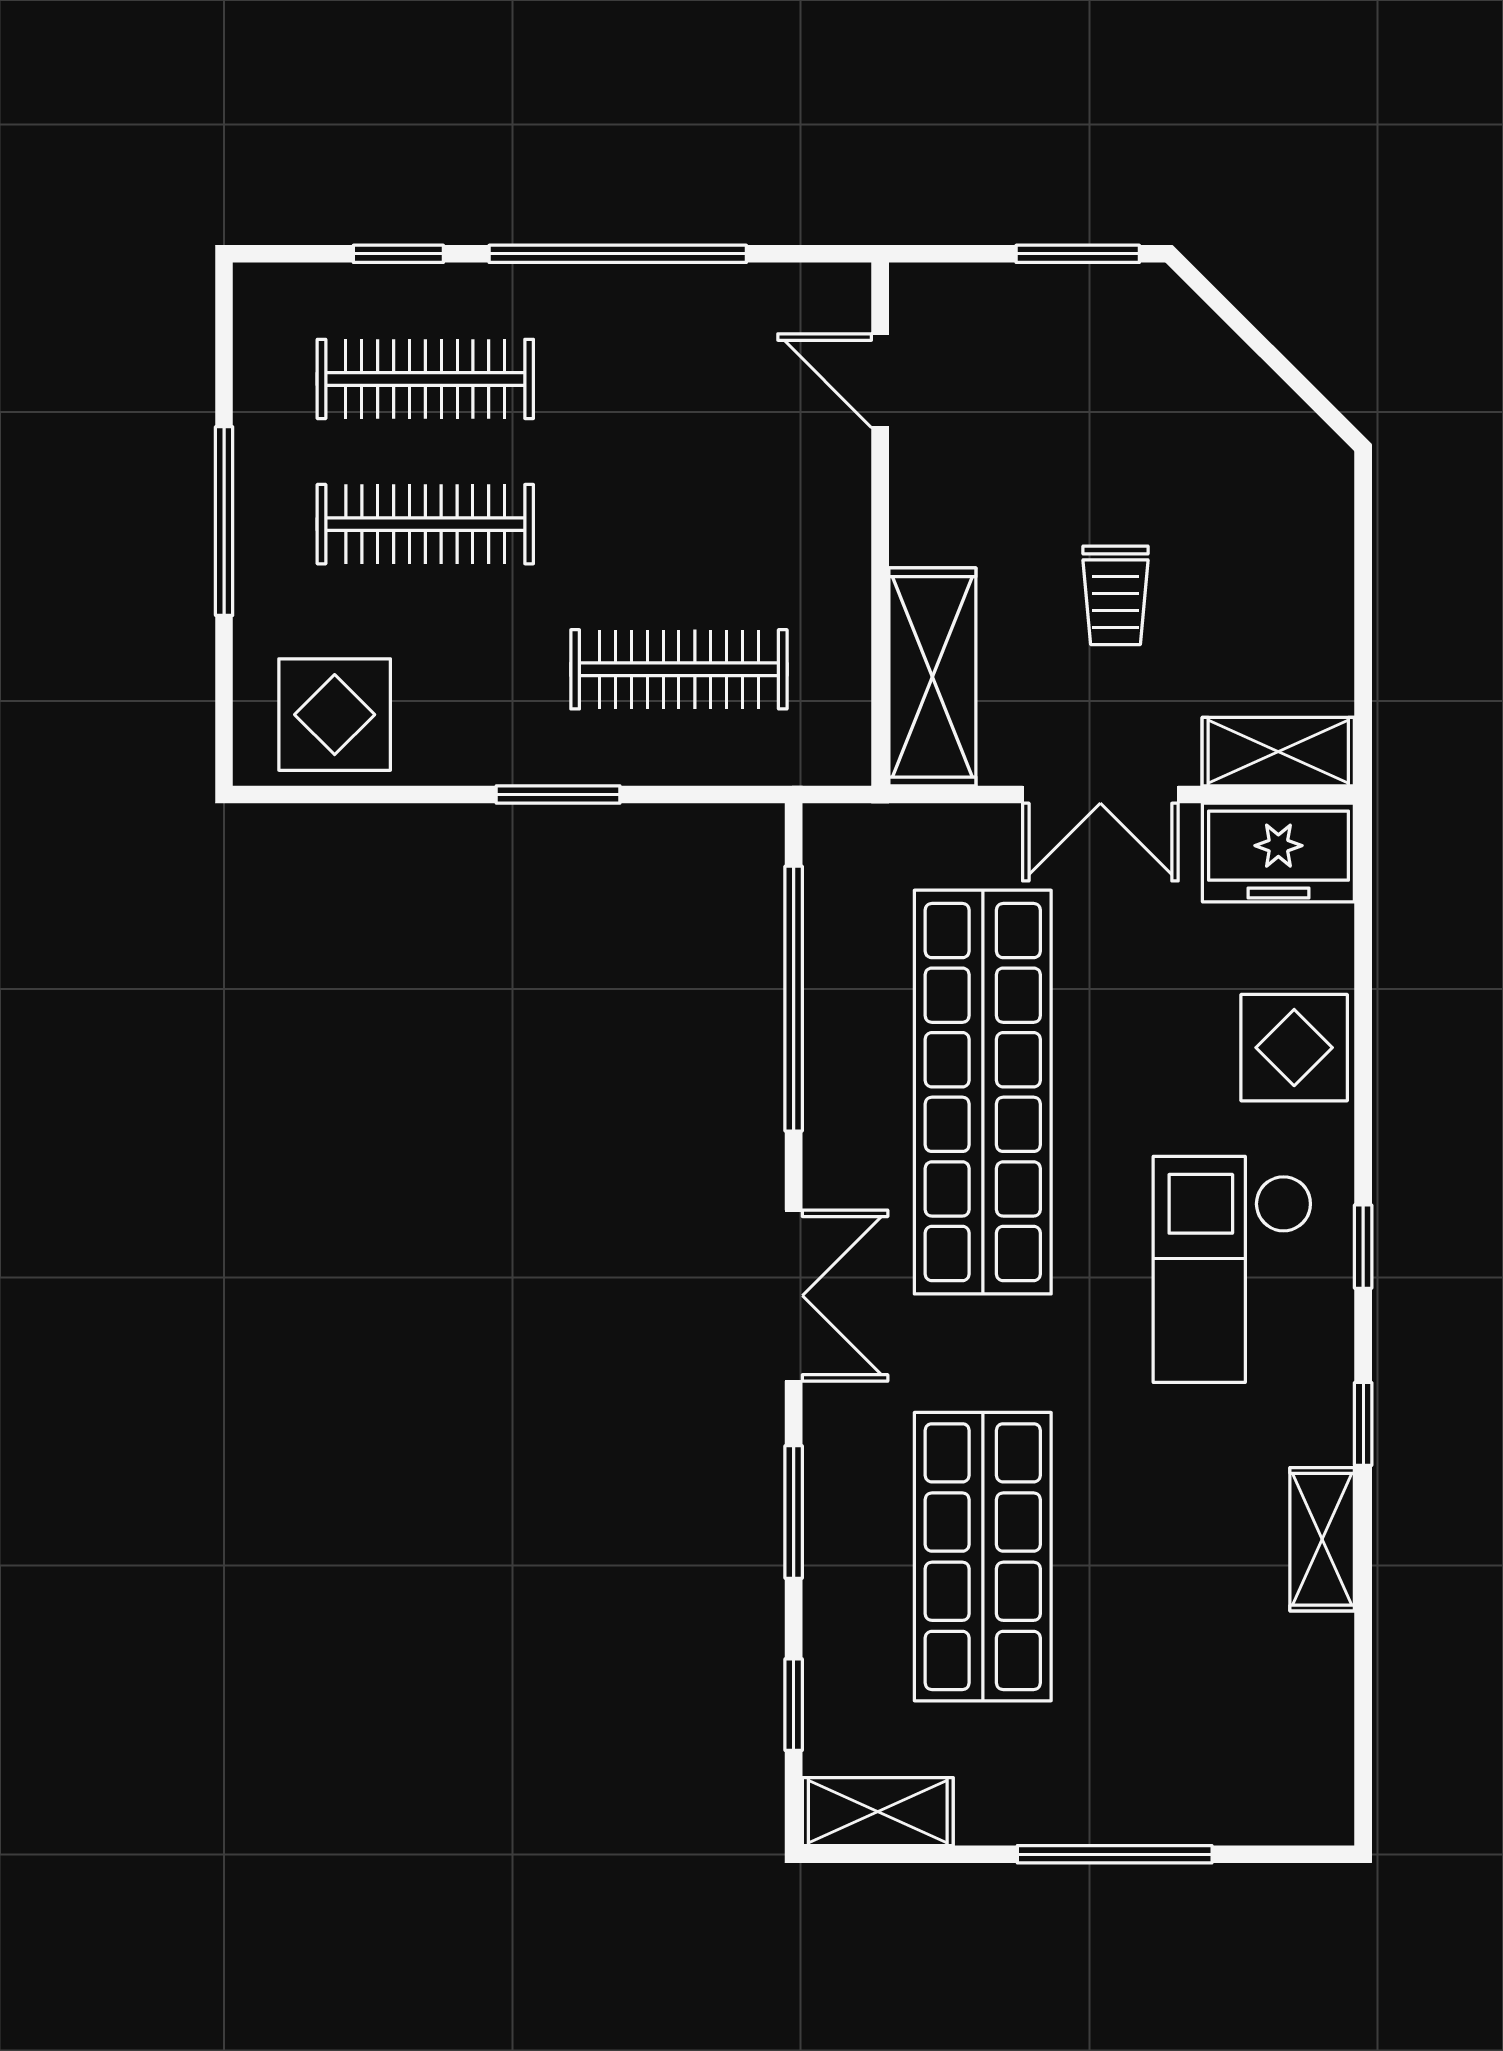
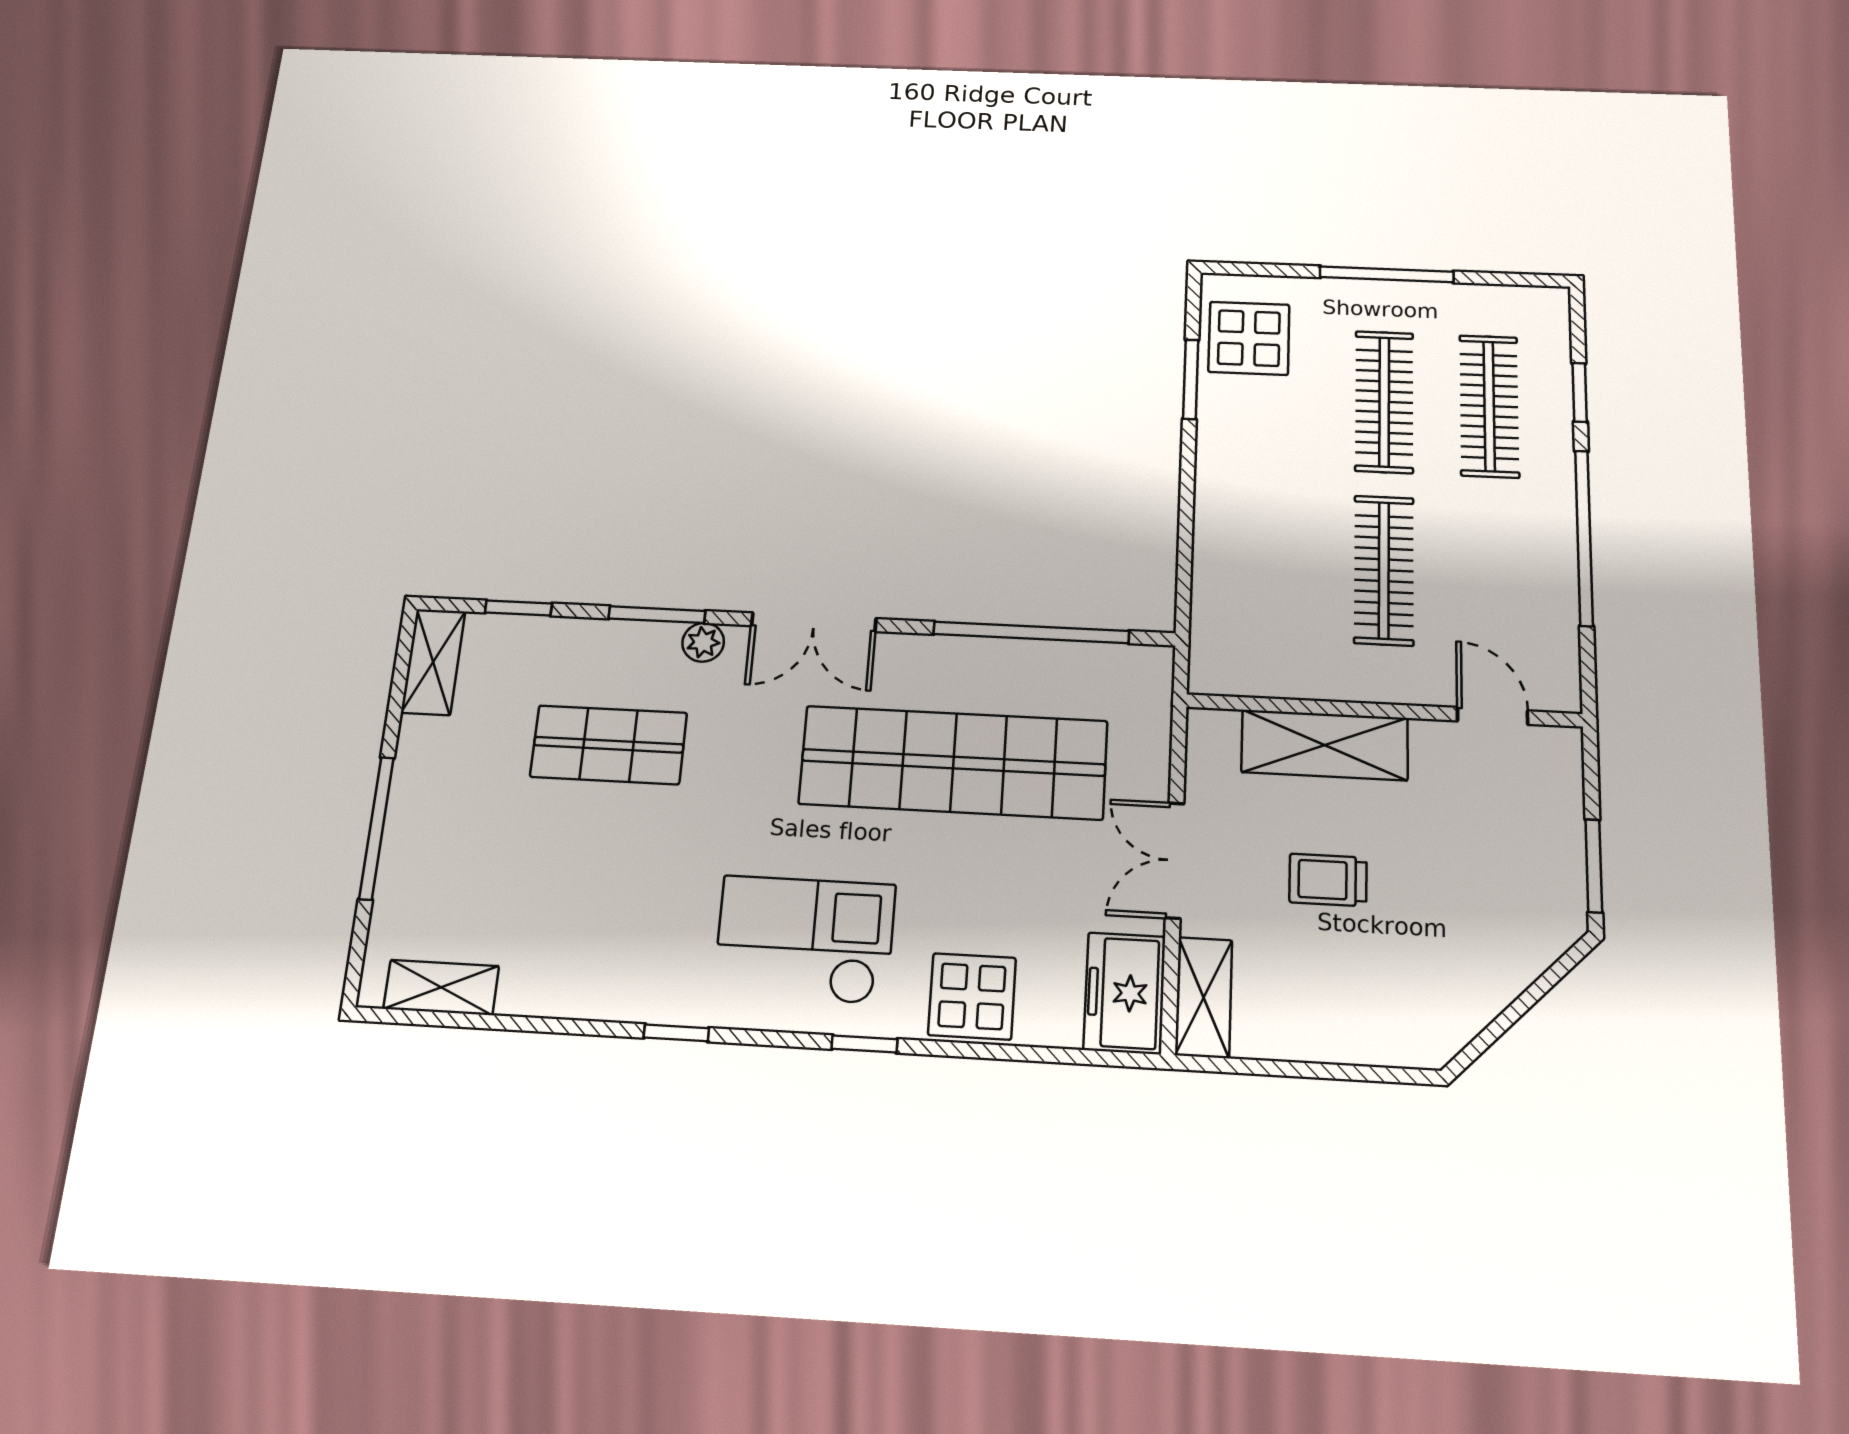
door: (880, 381) -> (1493, 716), hinge flipped
clothes rail: (679, 669) -> (1384, 570), moved
shelving: (932, 677) -> (1325, 745), moved
window: (558, 794) -> (1191, 379), moved
window: (1363, 1247) -> (865, 1044), moved
plant: (830, 1444) -> (703, 642), added
shelving: (1322, 1539) -> (441, 987), moved
shop shelf: (983, 1557) -> (609, 745), width x0.70, depth x0.74

